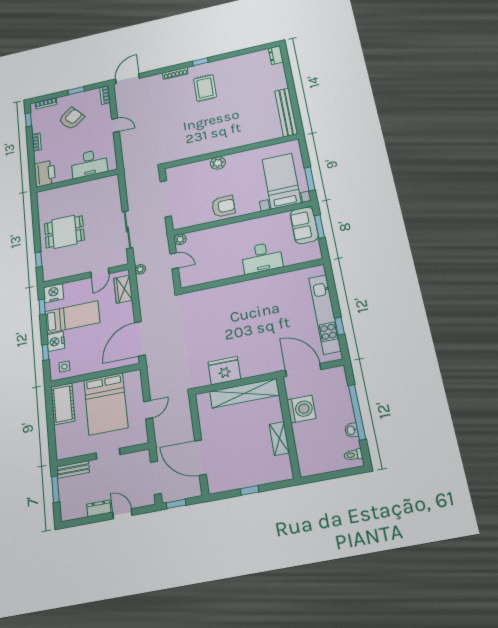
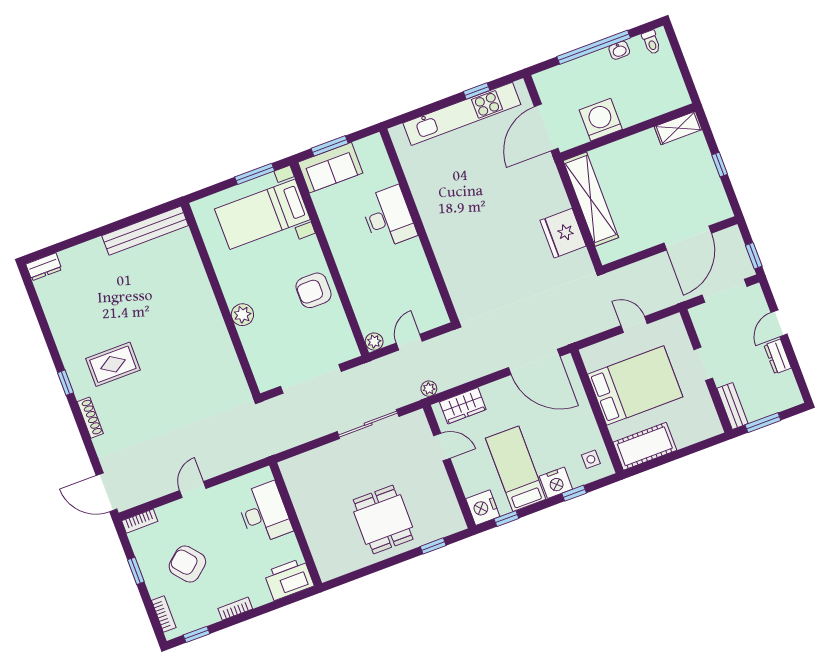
armchair: (223, 206) -> (313, 290), turned -90
shelving: (279, 438) -> (678, 128), moved

